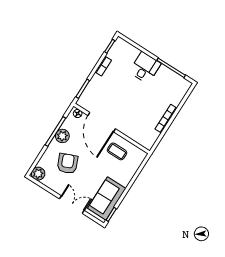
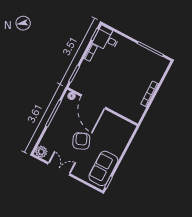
desk: (145, 68) -> (106, 39), moved, turned -90
plant: (62, 136) -> (60, 117), removed
coffee table: (117, 151) -> (109, 126), removed
armchair: (67, 164) -> (81, 141), moved
double door: (72, 205) -> (59, 169), moved

